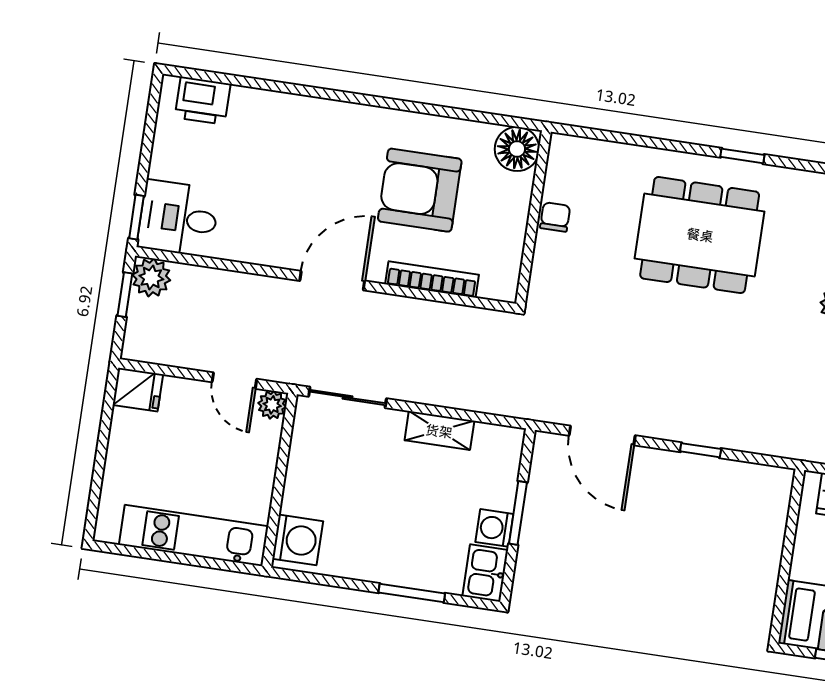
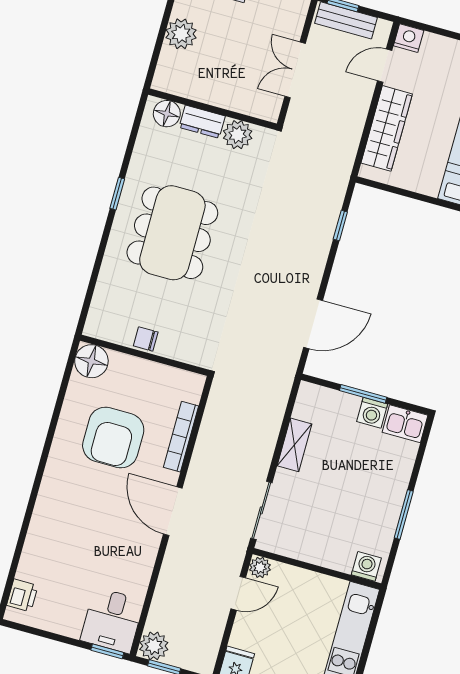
printer: (203, 101) -> (22, 595), width x0.73, depth x0.81
window: (701, 450) -> (340, 225), moved
washing machine: (298, 540) -> (366, 566), width x0.73, depth x0.73
window: (412, 593) -> (404, 514), moved

